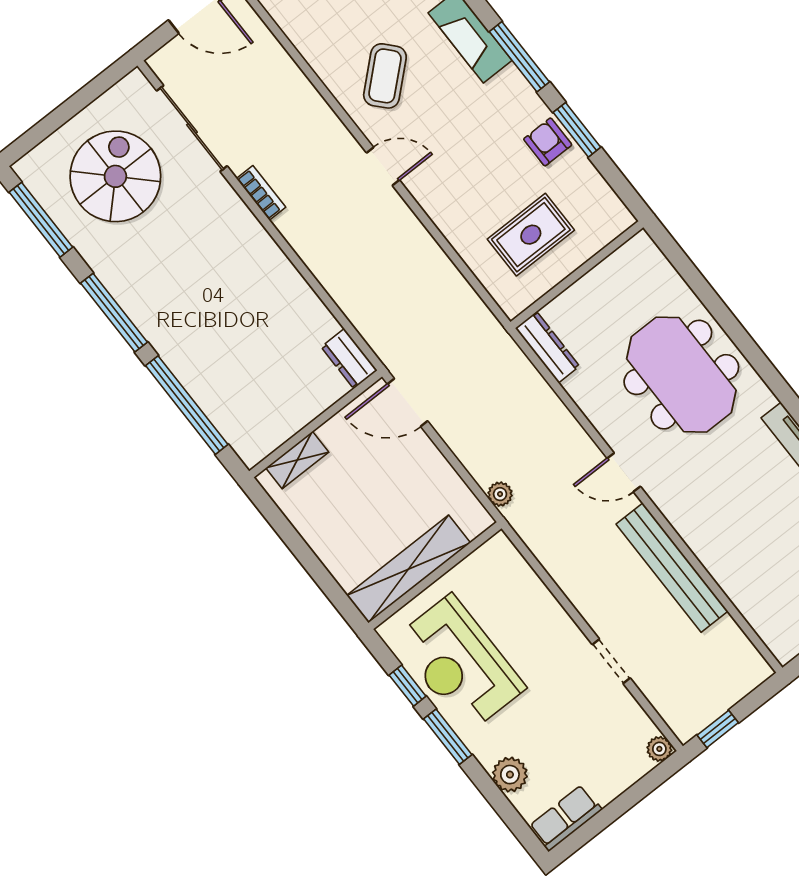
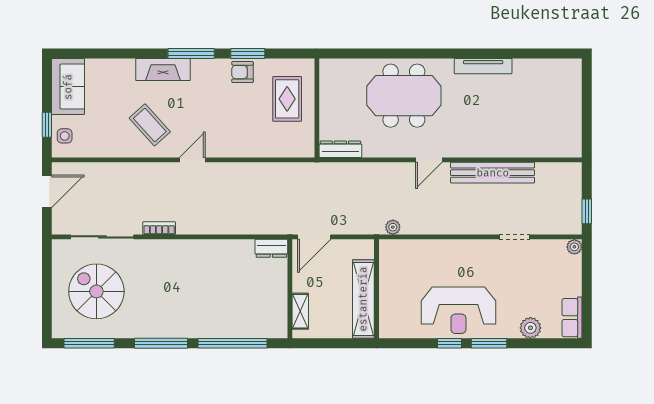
rug: (531, 235) -> (287, 99), moved
shelving: (409, 569) -> (363, 299), moved
wall: (435, 576) -> (376, 289), moved

